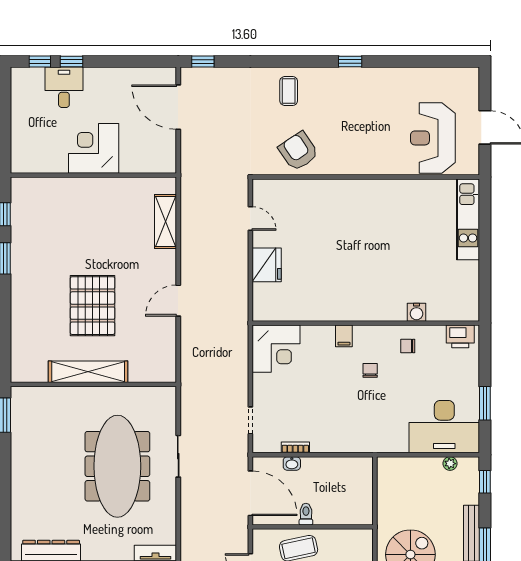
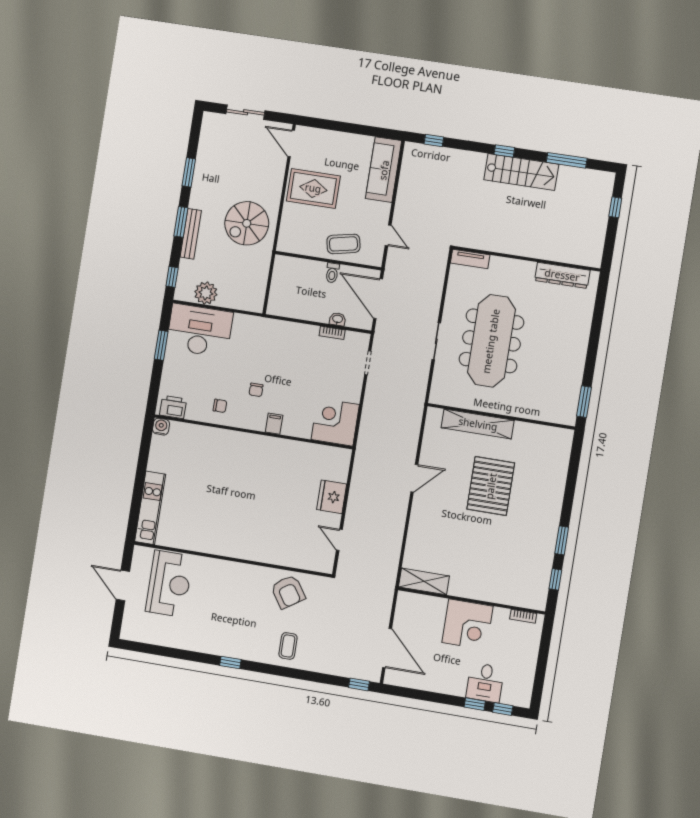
bookcase: (34, 168) -> (523, 616), added
shelving: (166, 221) -> (424, 581), moved, turned 90
water cooler: (416, 312) -> (161, 427), moved
shelving: (88, 372) -> (478, 424), moved
plant: (450, 464) -> (206, 293), width x1.88, depth x1.88

